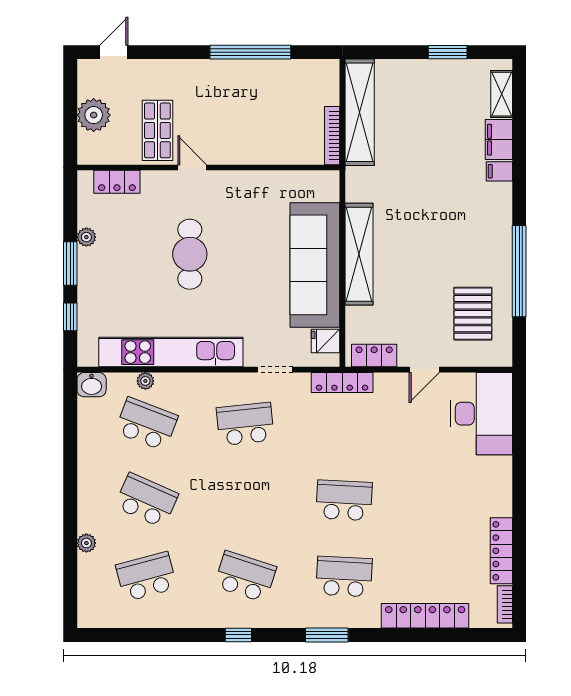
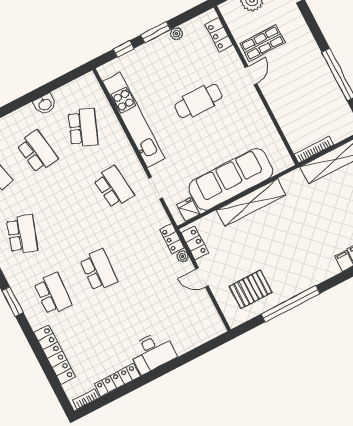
plant: (145, 381) -> (182, 256), moved
locker: (342, 383) -> (172, 239), width x0.66
washbasin: (92, 385) -> (45, 104), moved, turned -90
desk: (481, 414) -> (152, 352), moved, width x0.73, depth x0.77
school desk: (146, 500) -> (37, 151), turned -33

